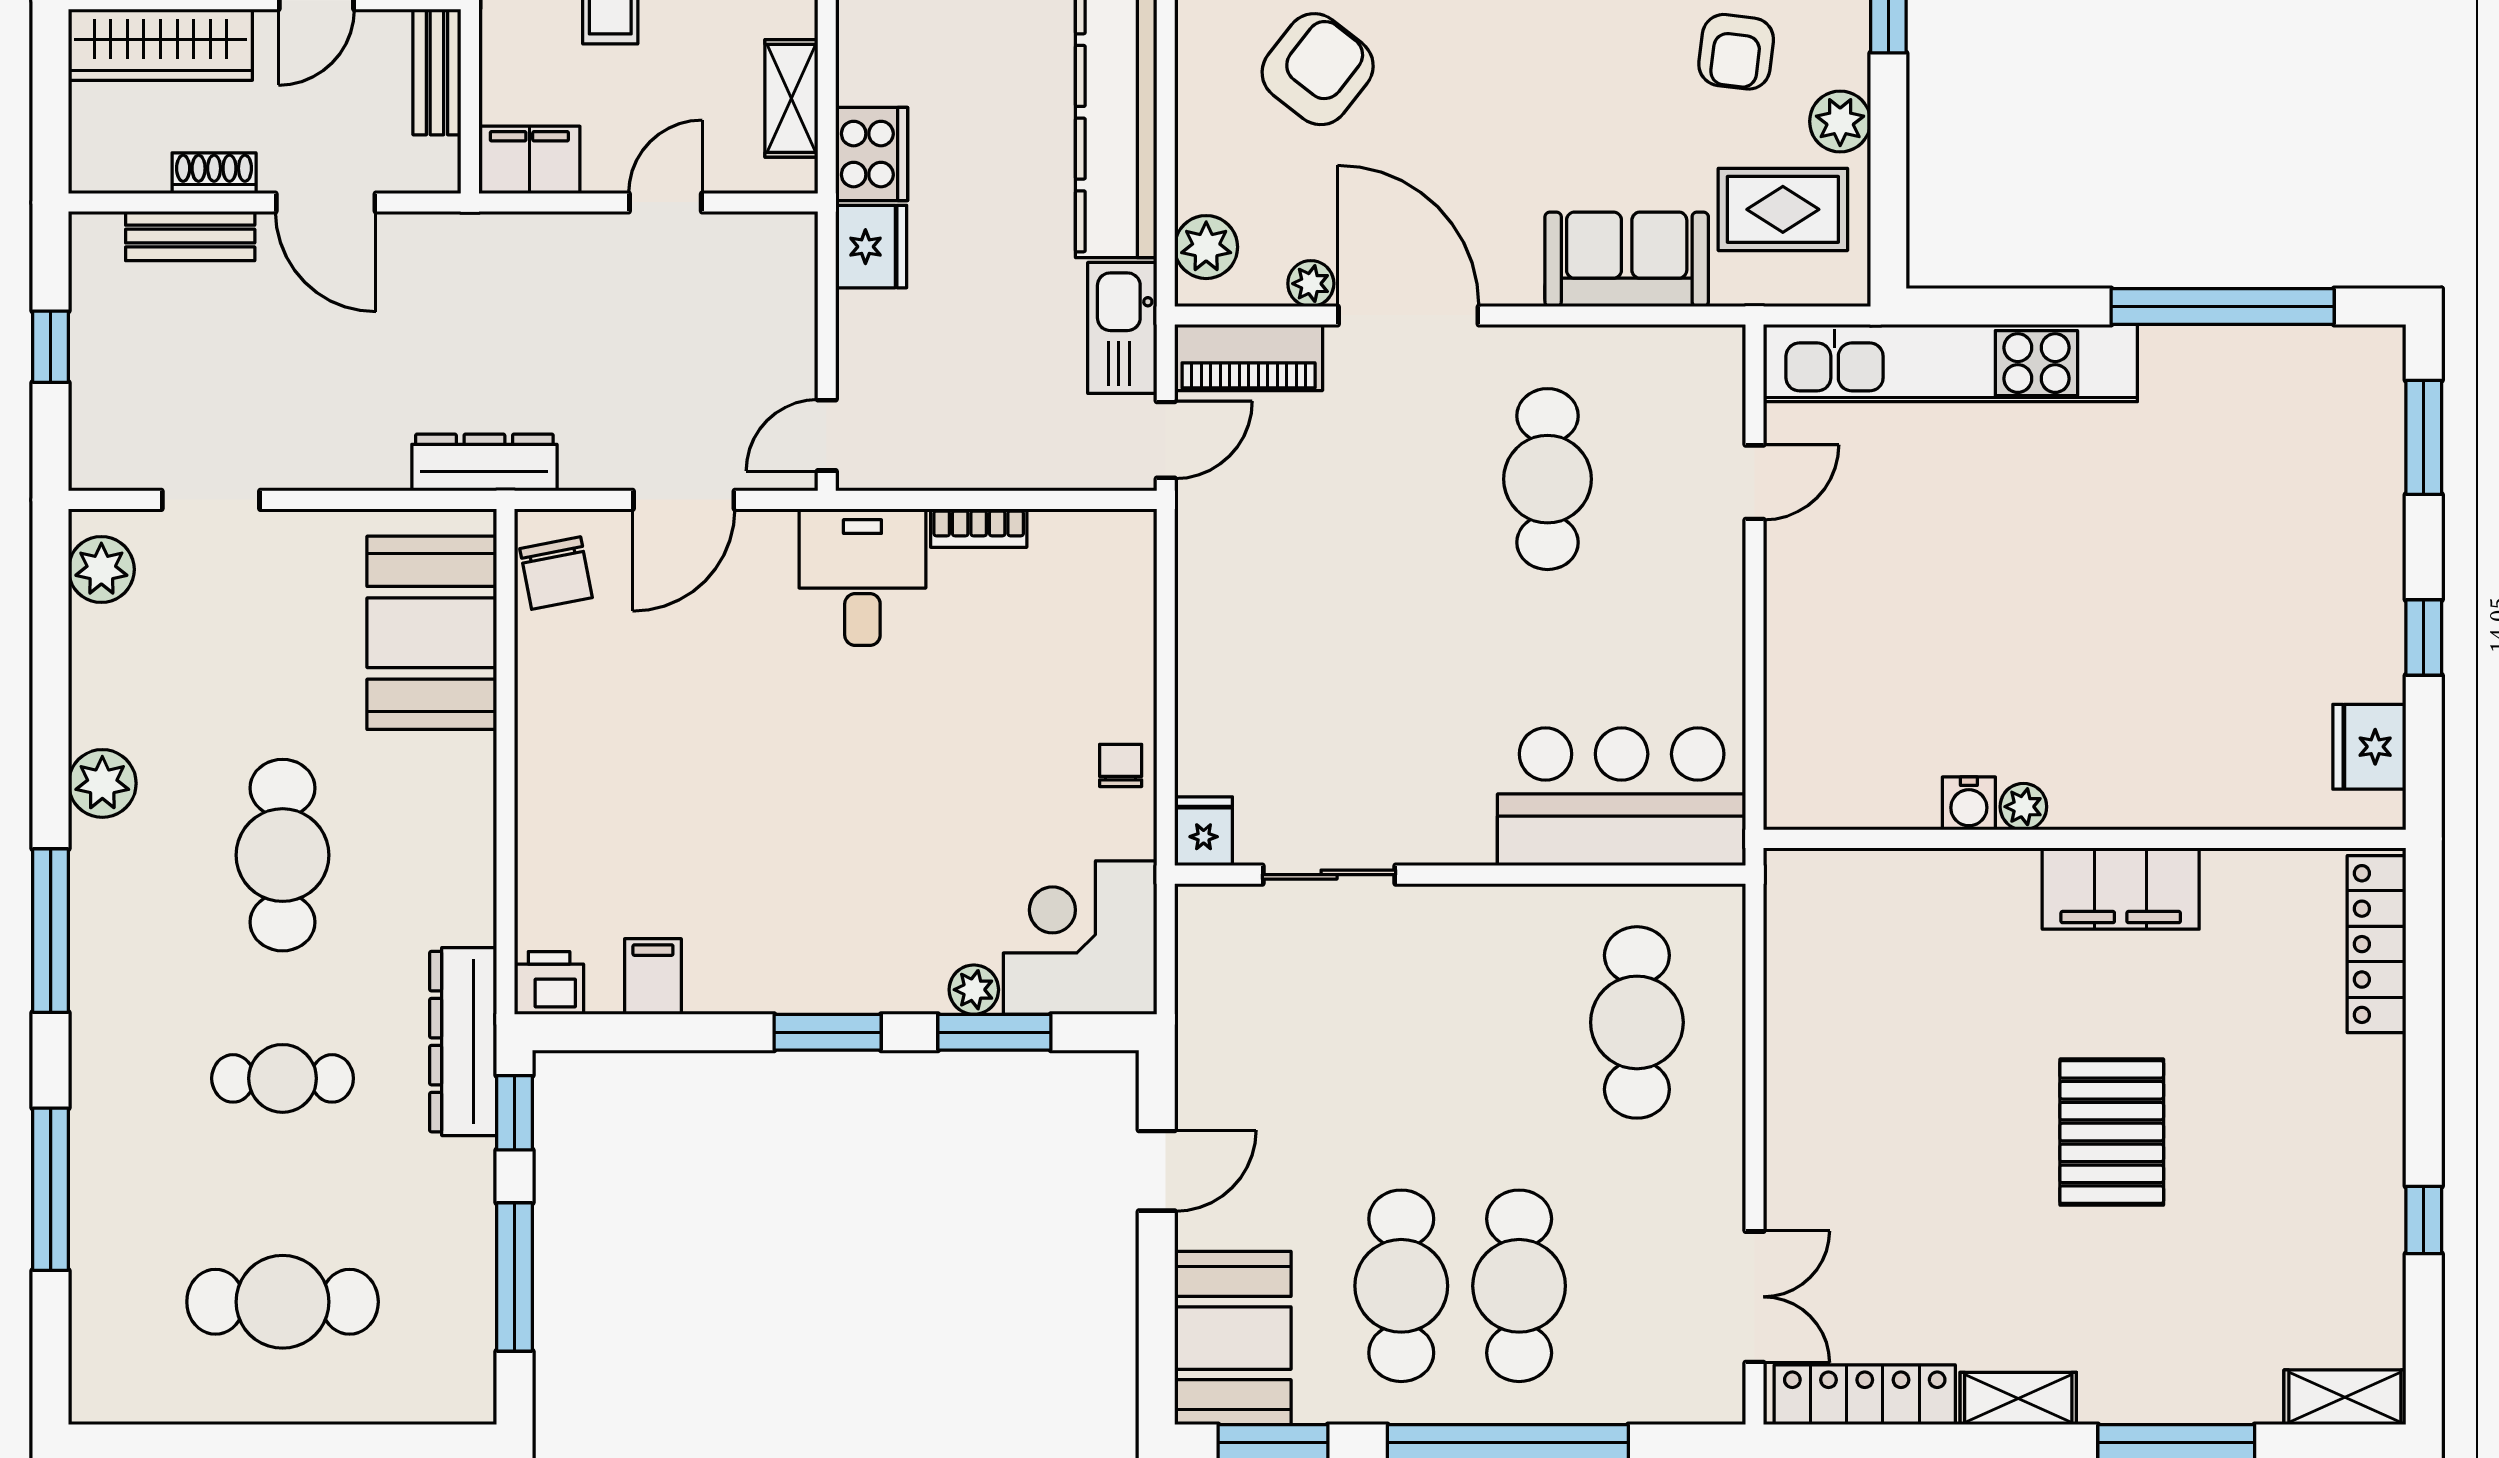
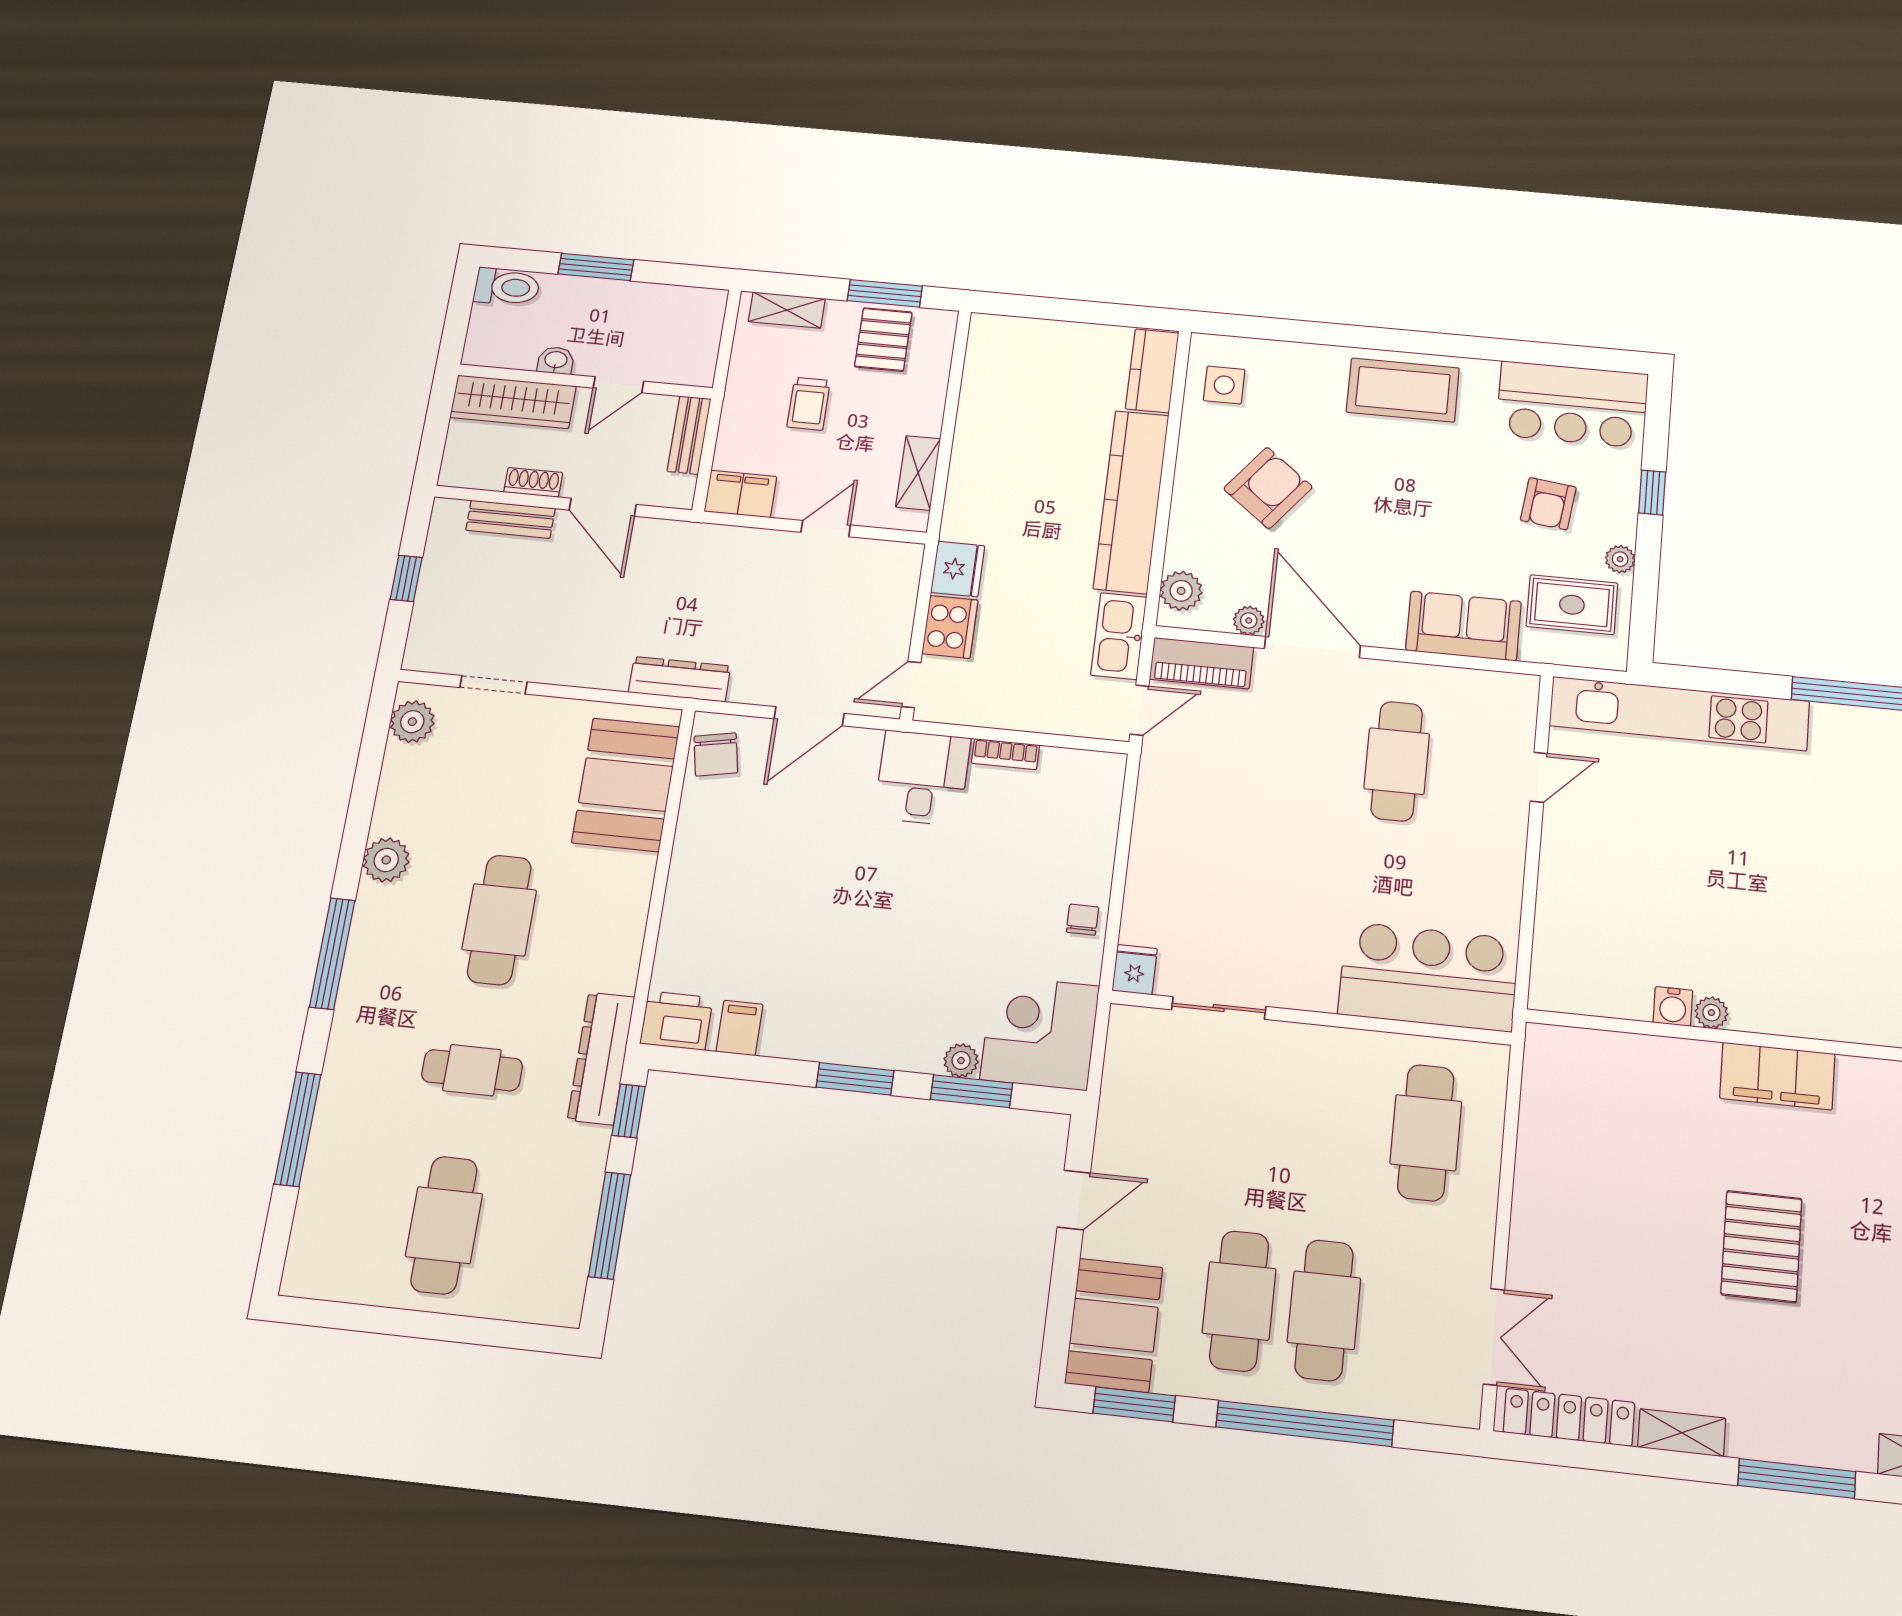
plant: (1840, 121) -> (1620, 559), width x0.73, depth x0.73
cooker: (872, 154) -> (950, 627), moved
printer: (549, 983) -> (676, 1021), width x1.36, depth x1.24
cafe table: (283, 1302) -> (444, 1225), turned 90

